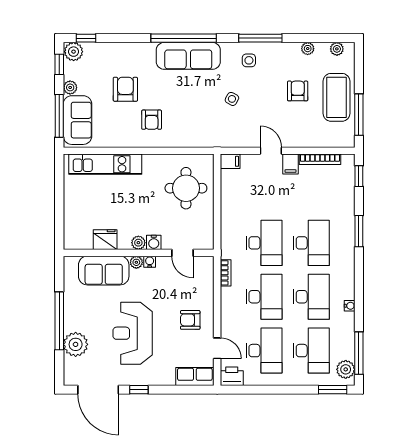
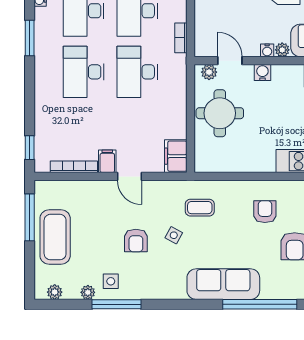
window: (184, 38) -> (260, 304), moved
window: (260, 38) -> (116, 304), moved
side table: (249, 60) -> (111, 281), moved
armchair: (298, 91) -> (136, 241), moved
coffee table: (209, 123) -> (200, 208), added
filing cabinet: (230, 161) -> (176, 156), width x2.00
round table: (186, 188) -> (220, 113), moved
window: (359, 231) -> (30, 38), moved
plant: (138, 243) -> (209, 72), moved

